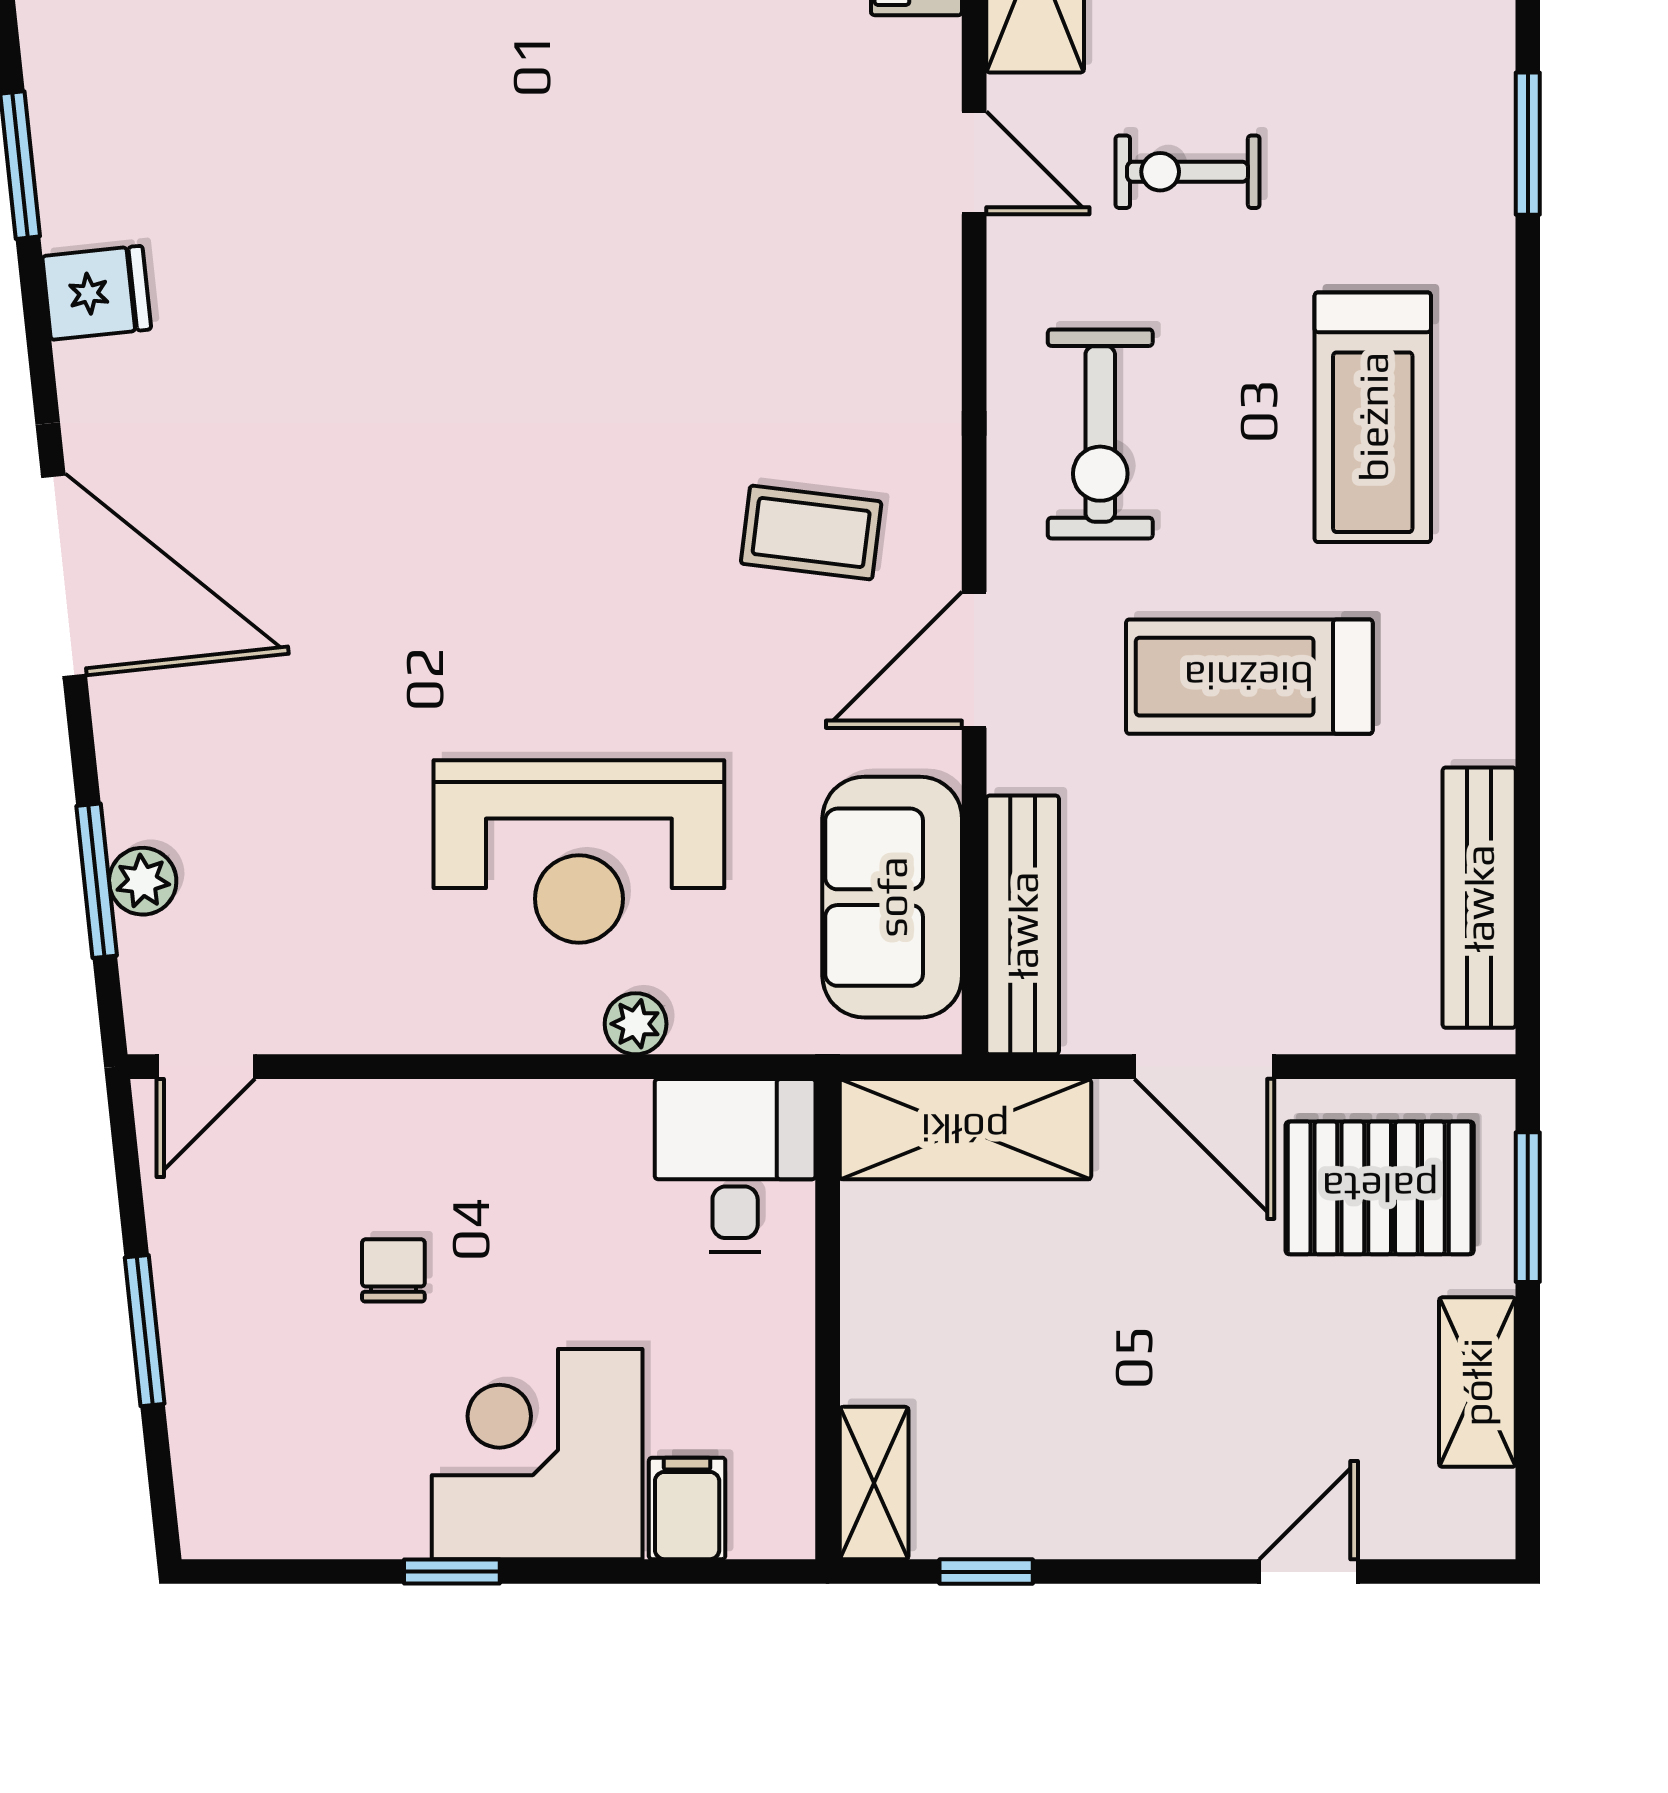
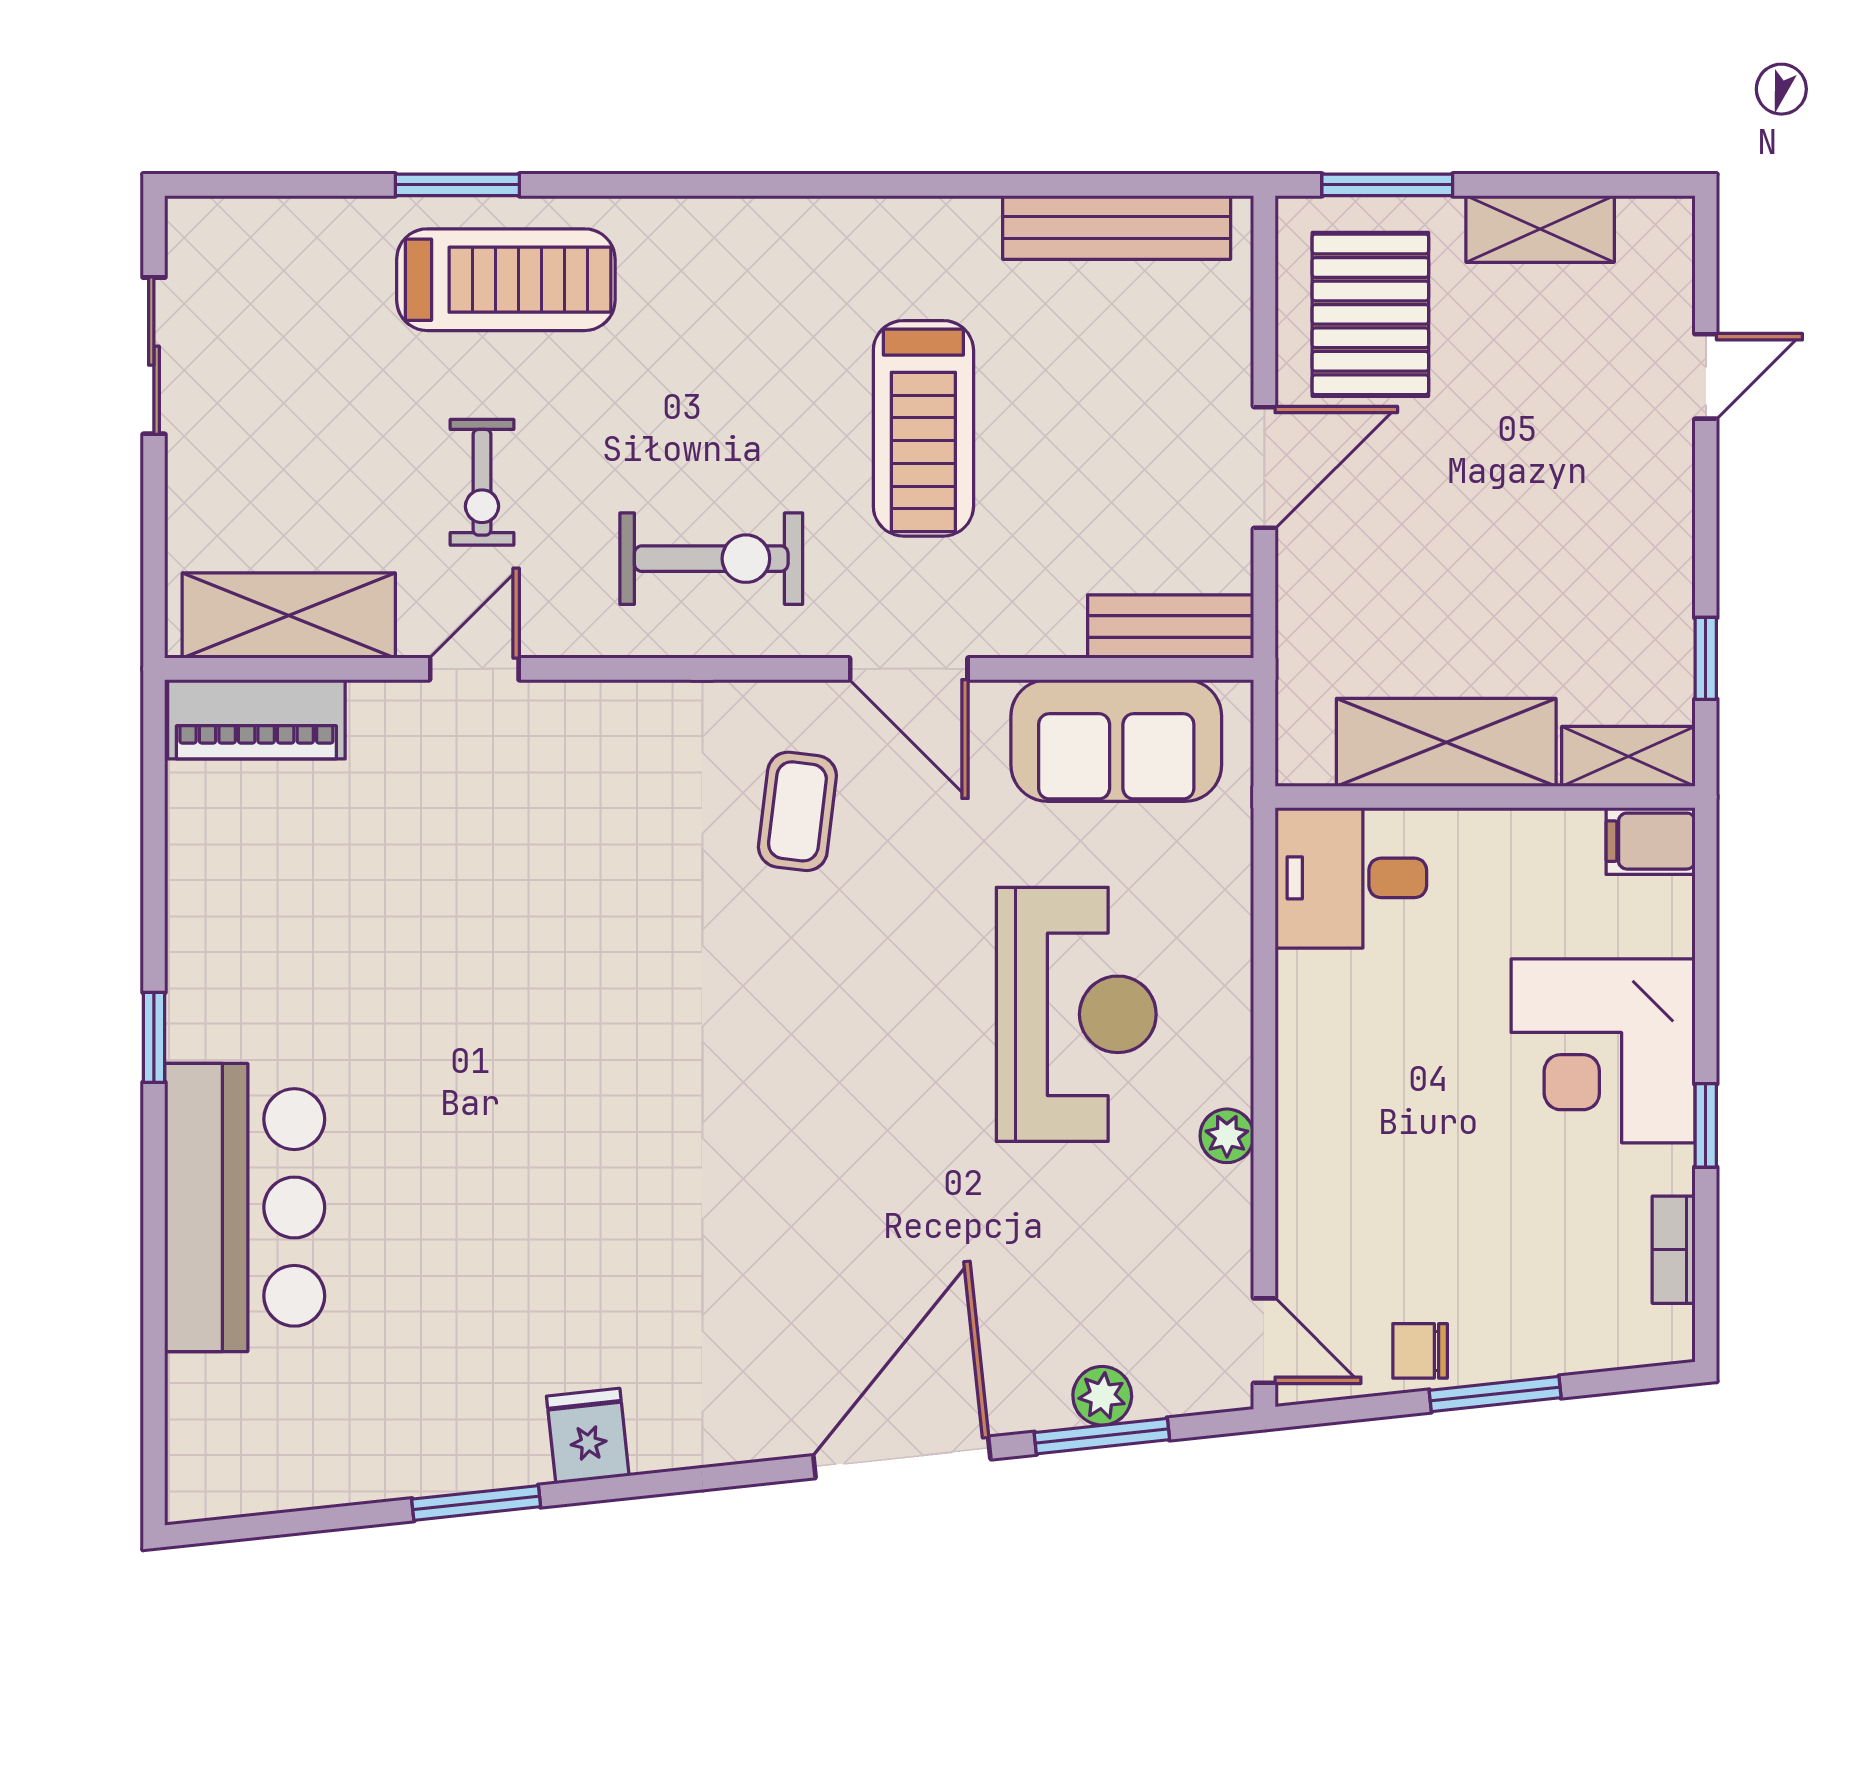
treadmill: (1373, 417) -> (506, 280), moved
door: (64, 576) -> (902, 1457), moved
bench: (1023, 925) -> (1171, 626), width x0.73
plant: (636, 1024) -> (1227, 1136), moved
shelving: (965, 1129) -> (1446, 742), moved, turned 90
chair: (393, 1270) -> (1420, 1351), moved
filing cabinet: (687, 1508) -> (1651, 841), moved
bookcase: (310, 1535) -> (1674, 1250), added
door: (1309, 1572) -> (1706, 376), swing flipped

